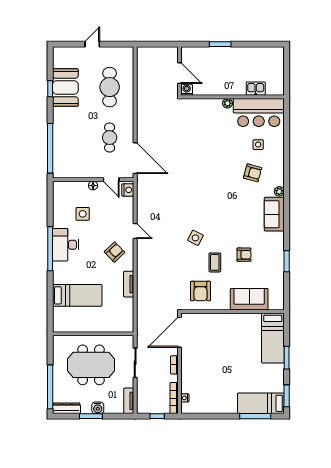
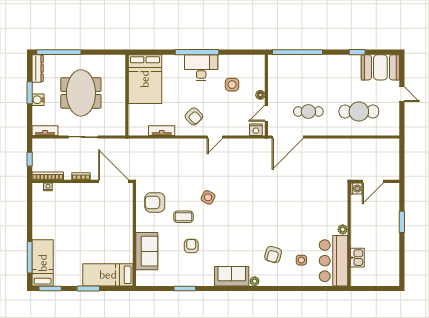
booth: (65, 88) -> (380, 67), moved
armchair: (244, 255) -> (191, 246), turned 180
bed: (77, 295) -> (145, 79), width x1.50
wall: (93, 334) -> (127, 95), moved

